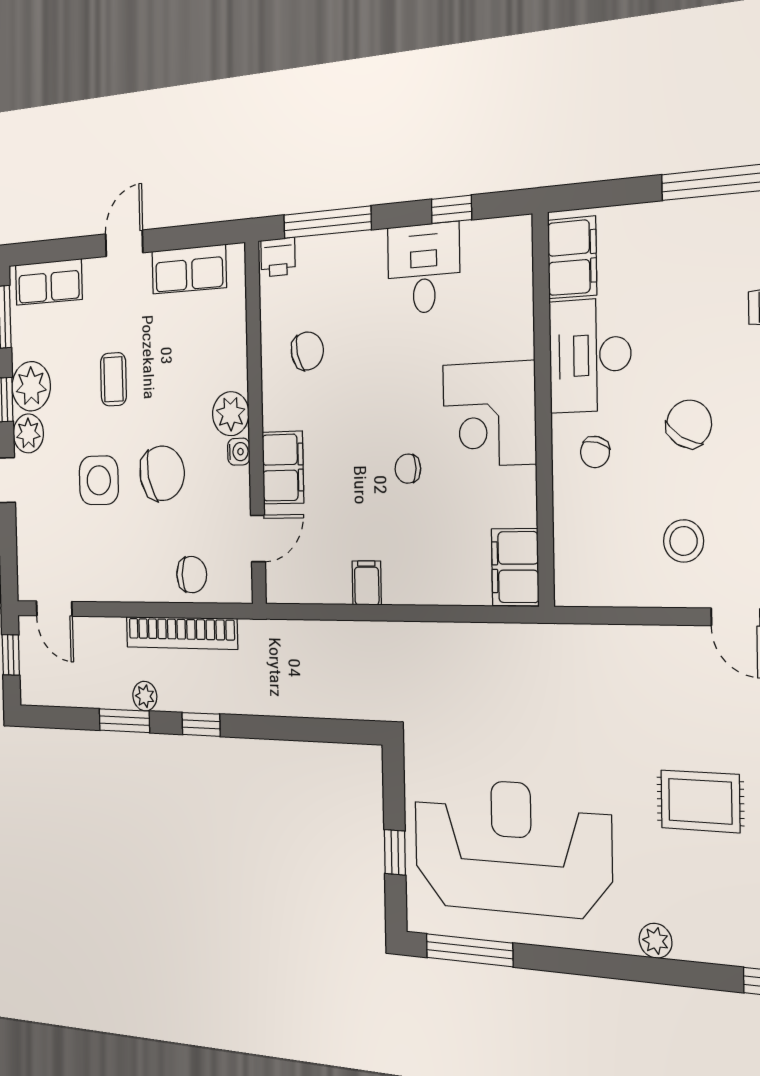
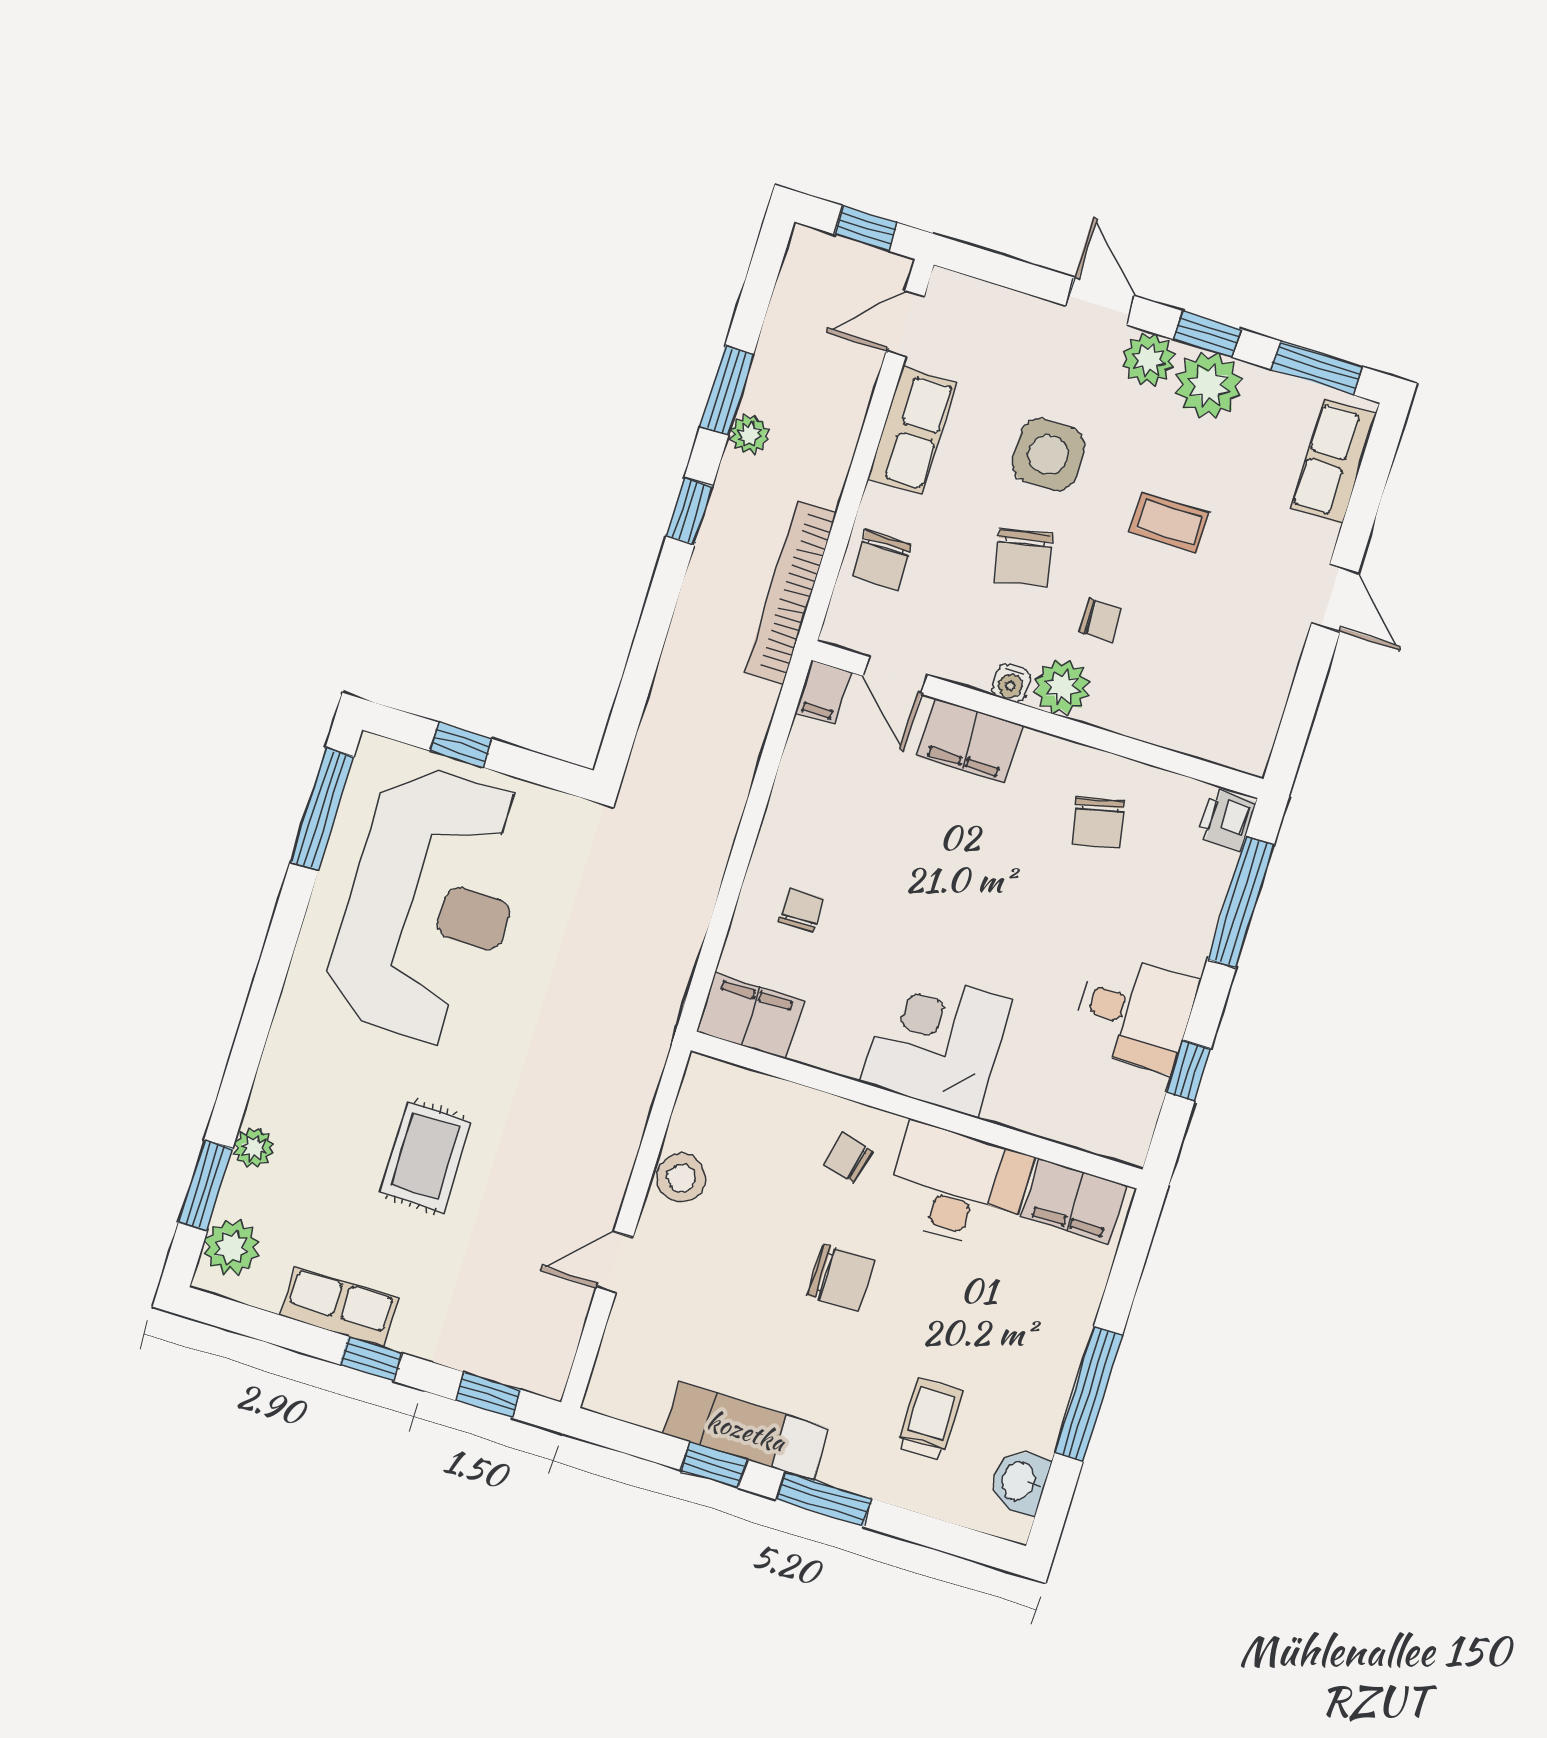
row of seats: (189, 269) -> (912, 431), moved, turned 180
chair: (183, 403) -> (1100, 620), added
chair: (689, 424) -> (841, 1278), turned -32
chair: (408, 469) -> (801, 910), moved
chair: (162, 473) -> (1024, 558), width x0.73, depth x0.73
stool: (684, 541) -> (681, 1178), moved
filing cabinet: (367, 583) -> (823, 692), moved, turned 90
bookcase: (181, 633) -> (791, 592), moved
plant: (656, 941) -> (254, 1148), moved

